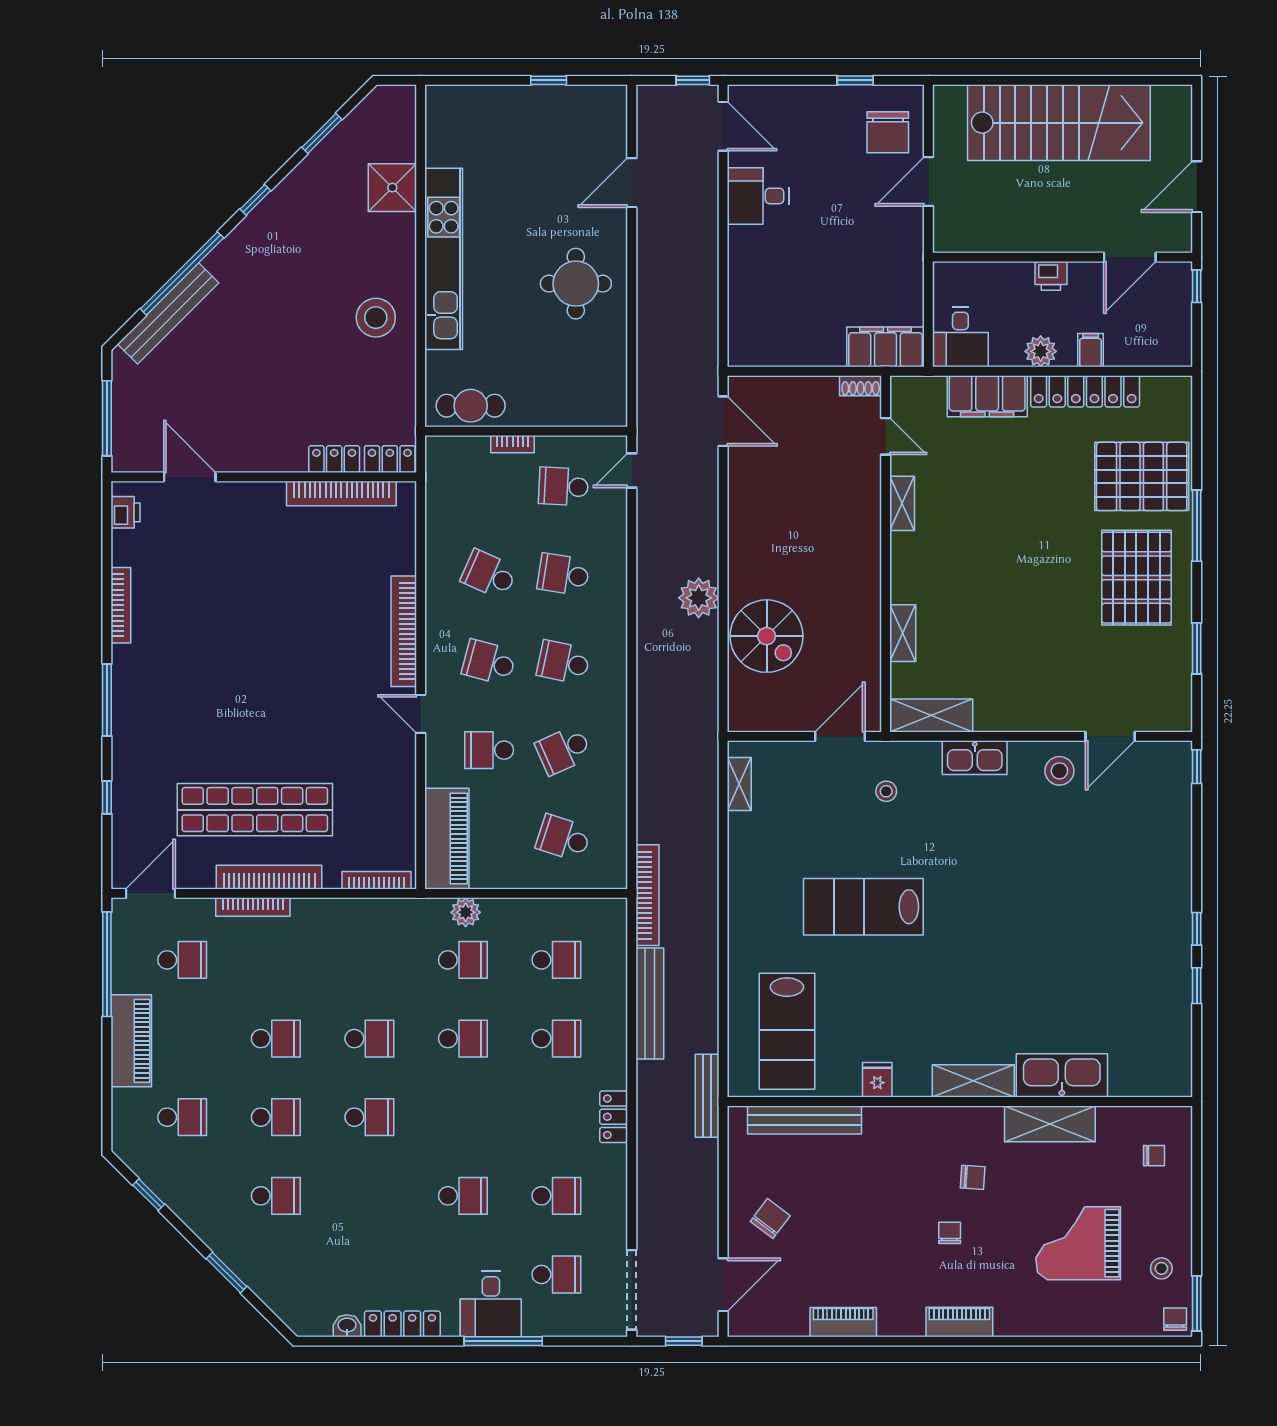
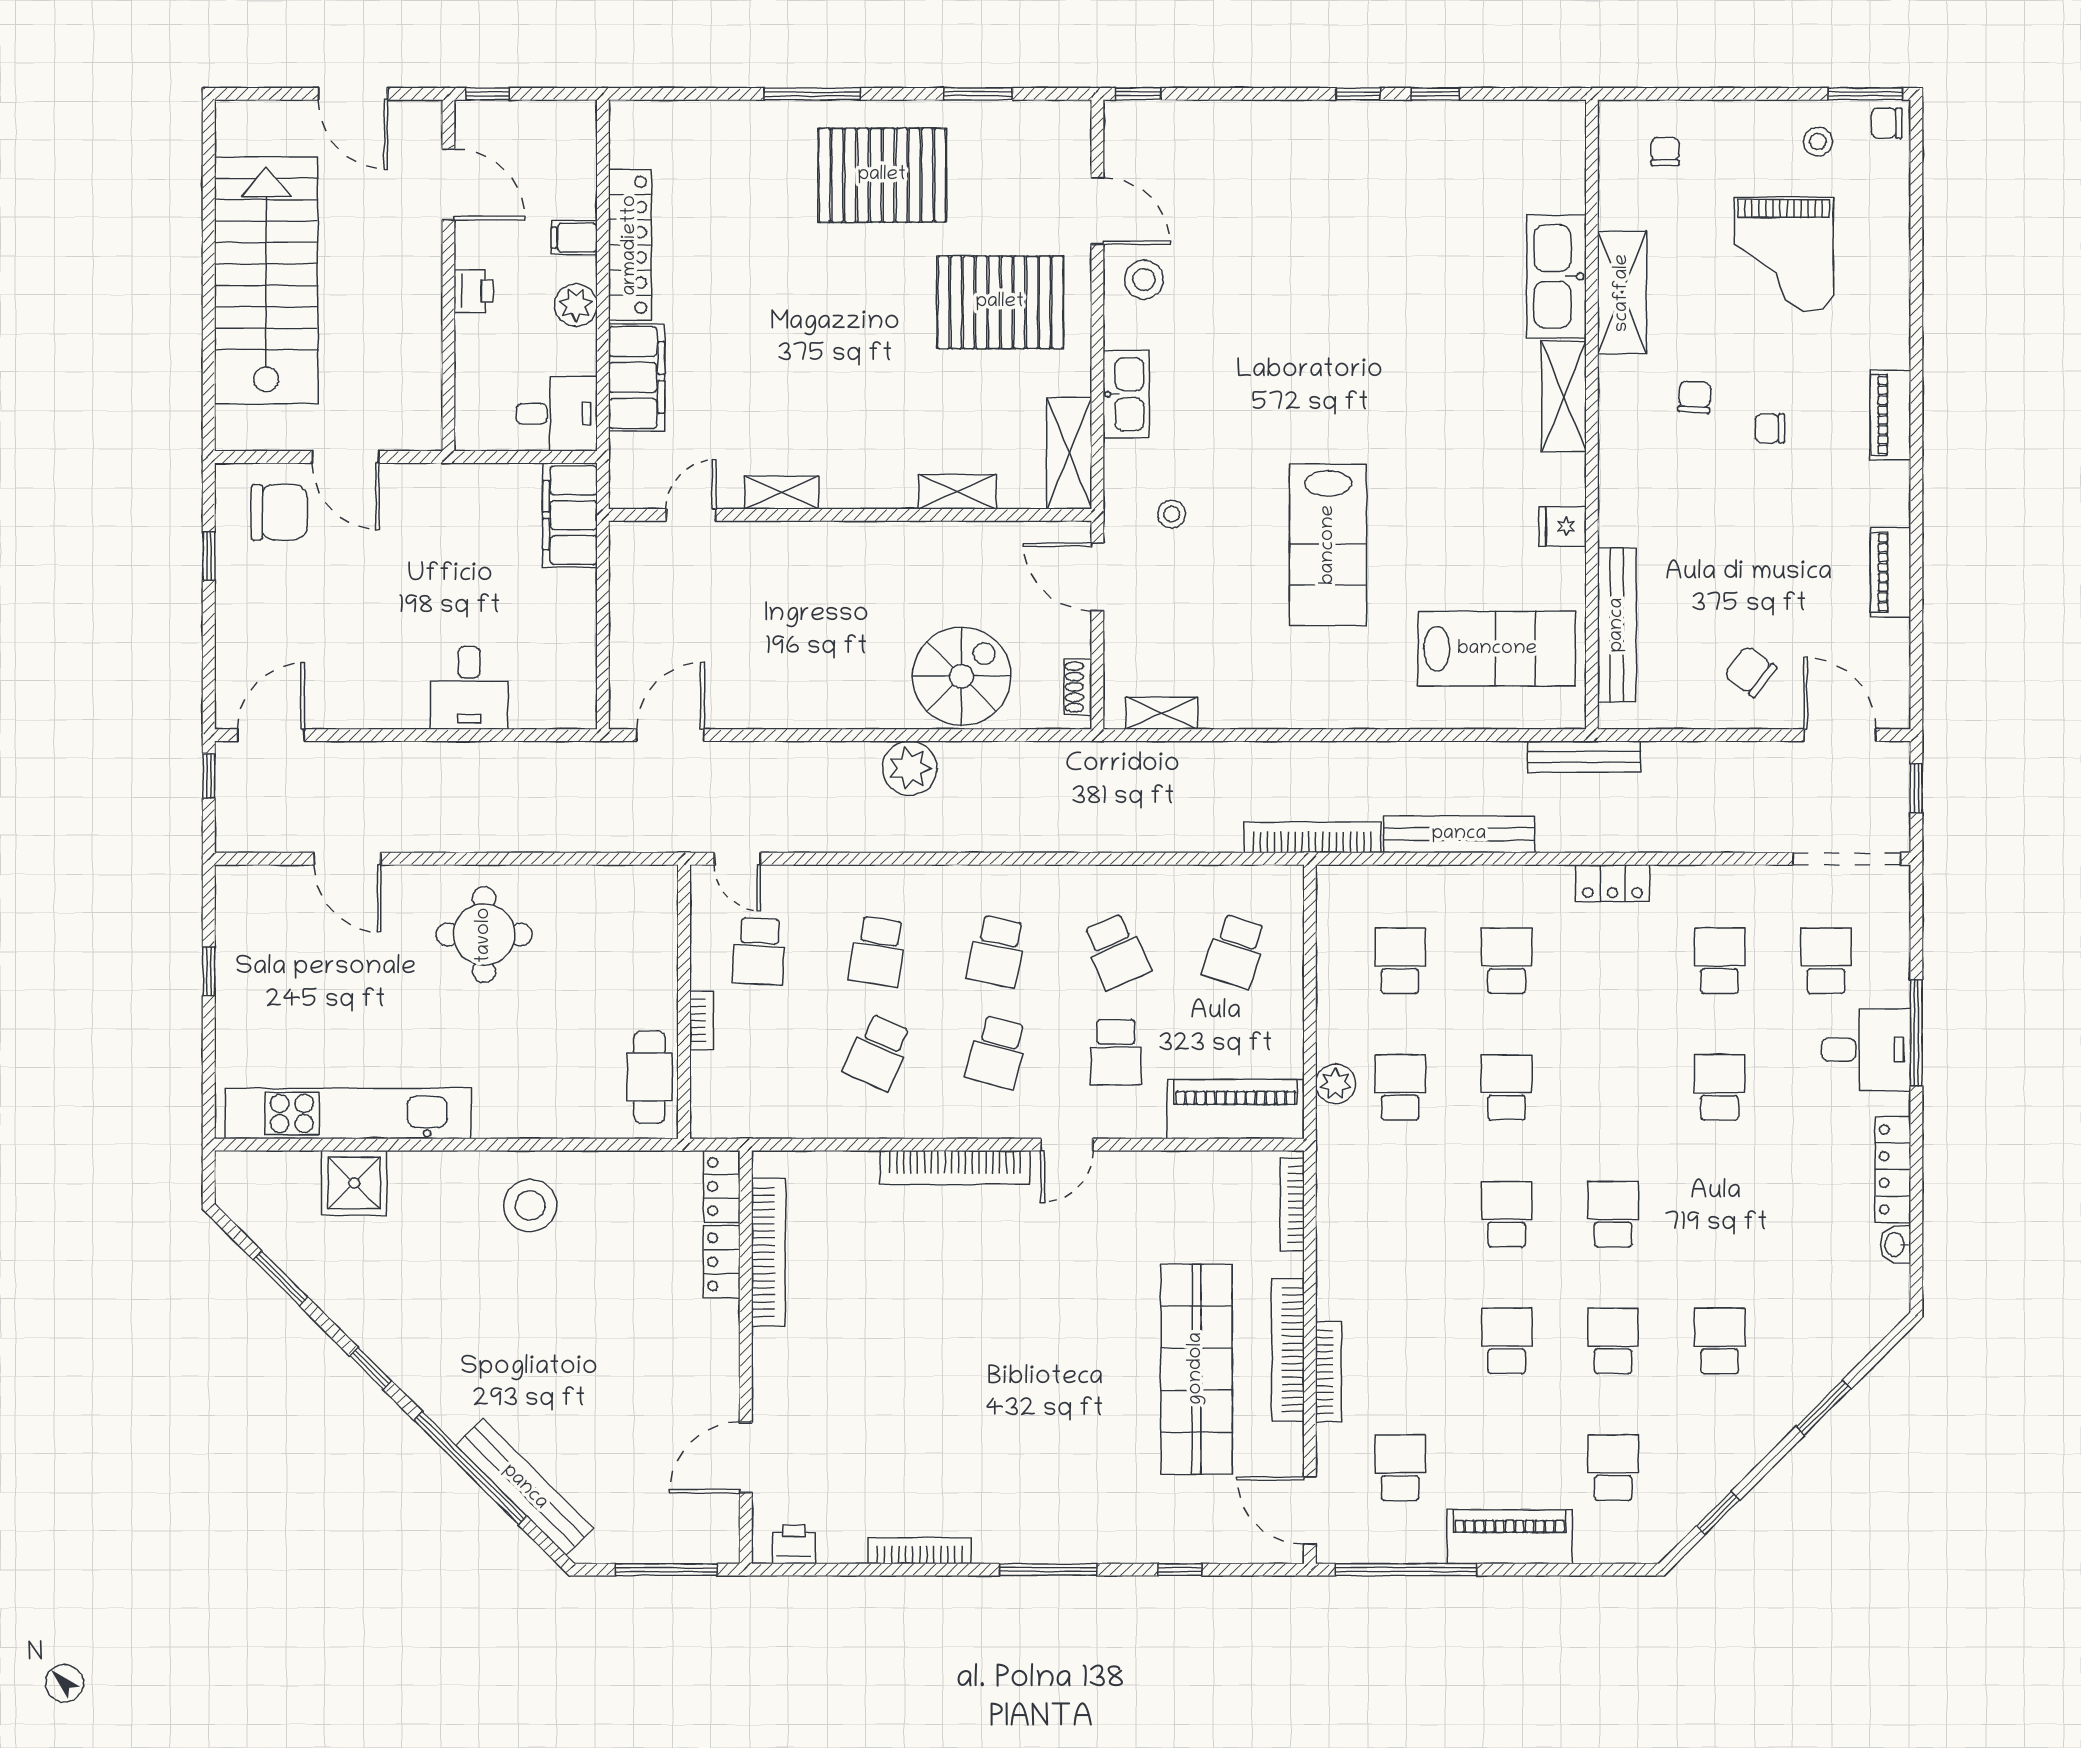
desk: (758, 196) -> (469, 688), moved
kitchen unit: (444, 259) -> (348, 1113), moved
shoe rack: (861, 386) -> (1078, 687), moved, turned 180
pallet: (1142, 476) -> (1000, 302), moved, turned 90

